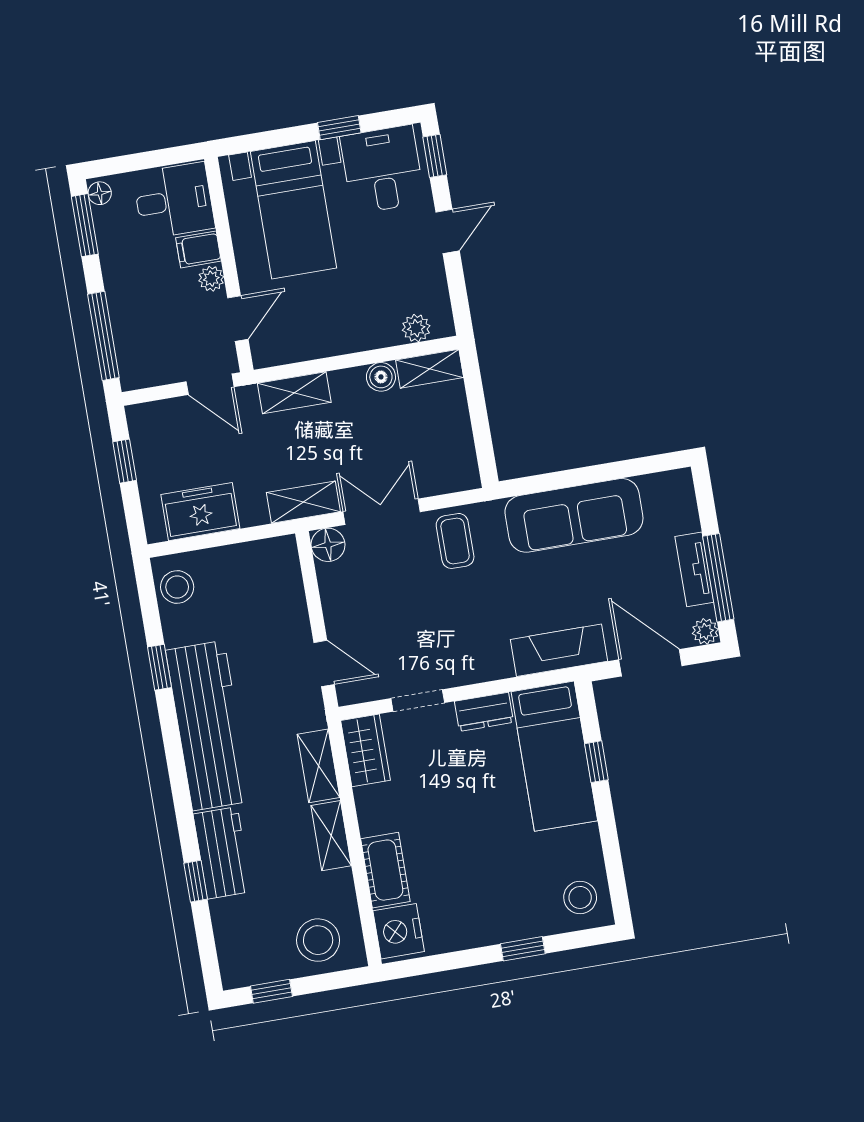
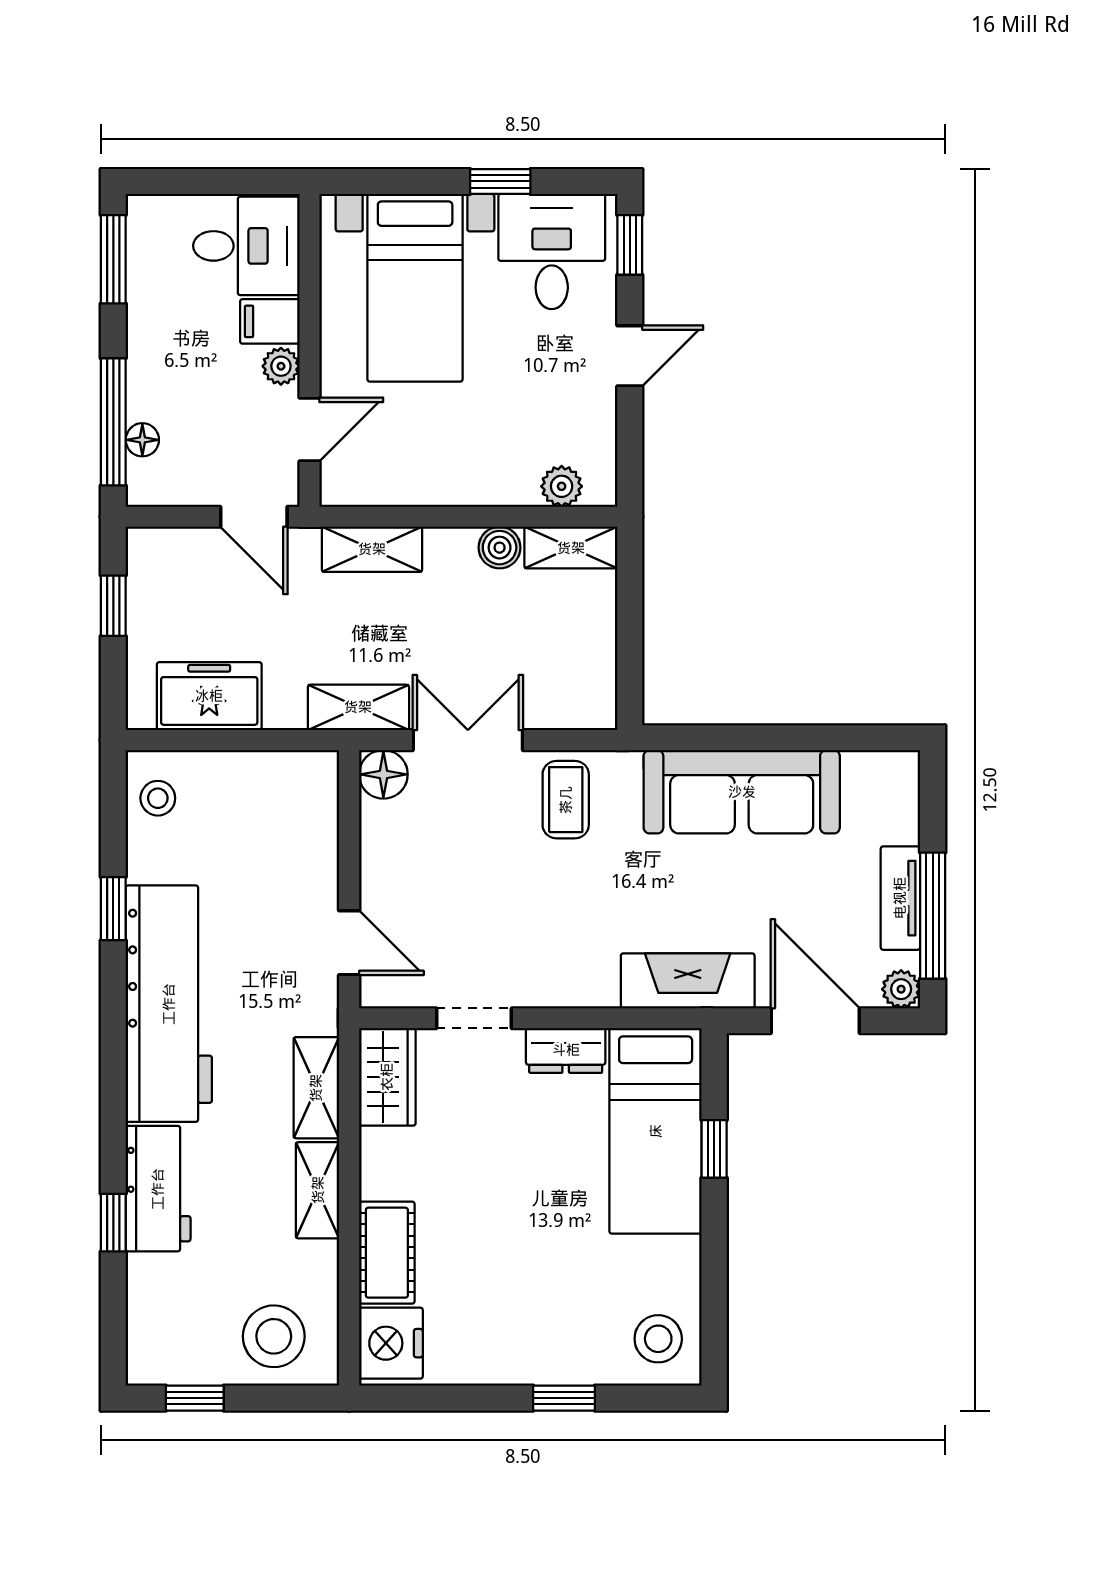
floor lamp: (100, 193) -> (142, 440), moved
stool: (177, 587) -> (158, 798), width x0.73, depth x0.73

